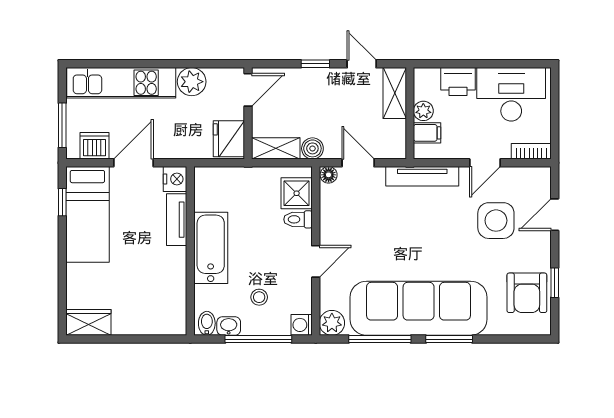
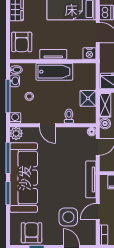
door: (485, 163) -> (98, 211), hinge flipped
shower: (297, 193) -> (88, 98), moved
tv unit: (177, 220) -> (53, 54), moved
armchair: (527, 293) -> (32, 233), turned 90
armchair: (152, 312) -> (22, 42), added

